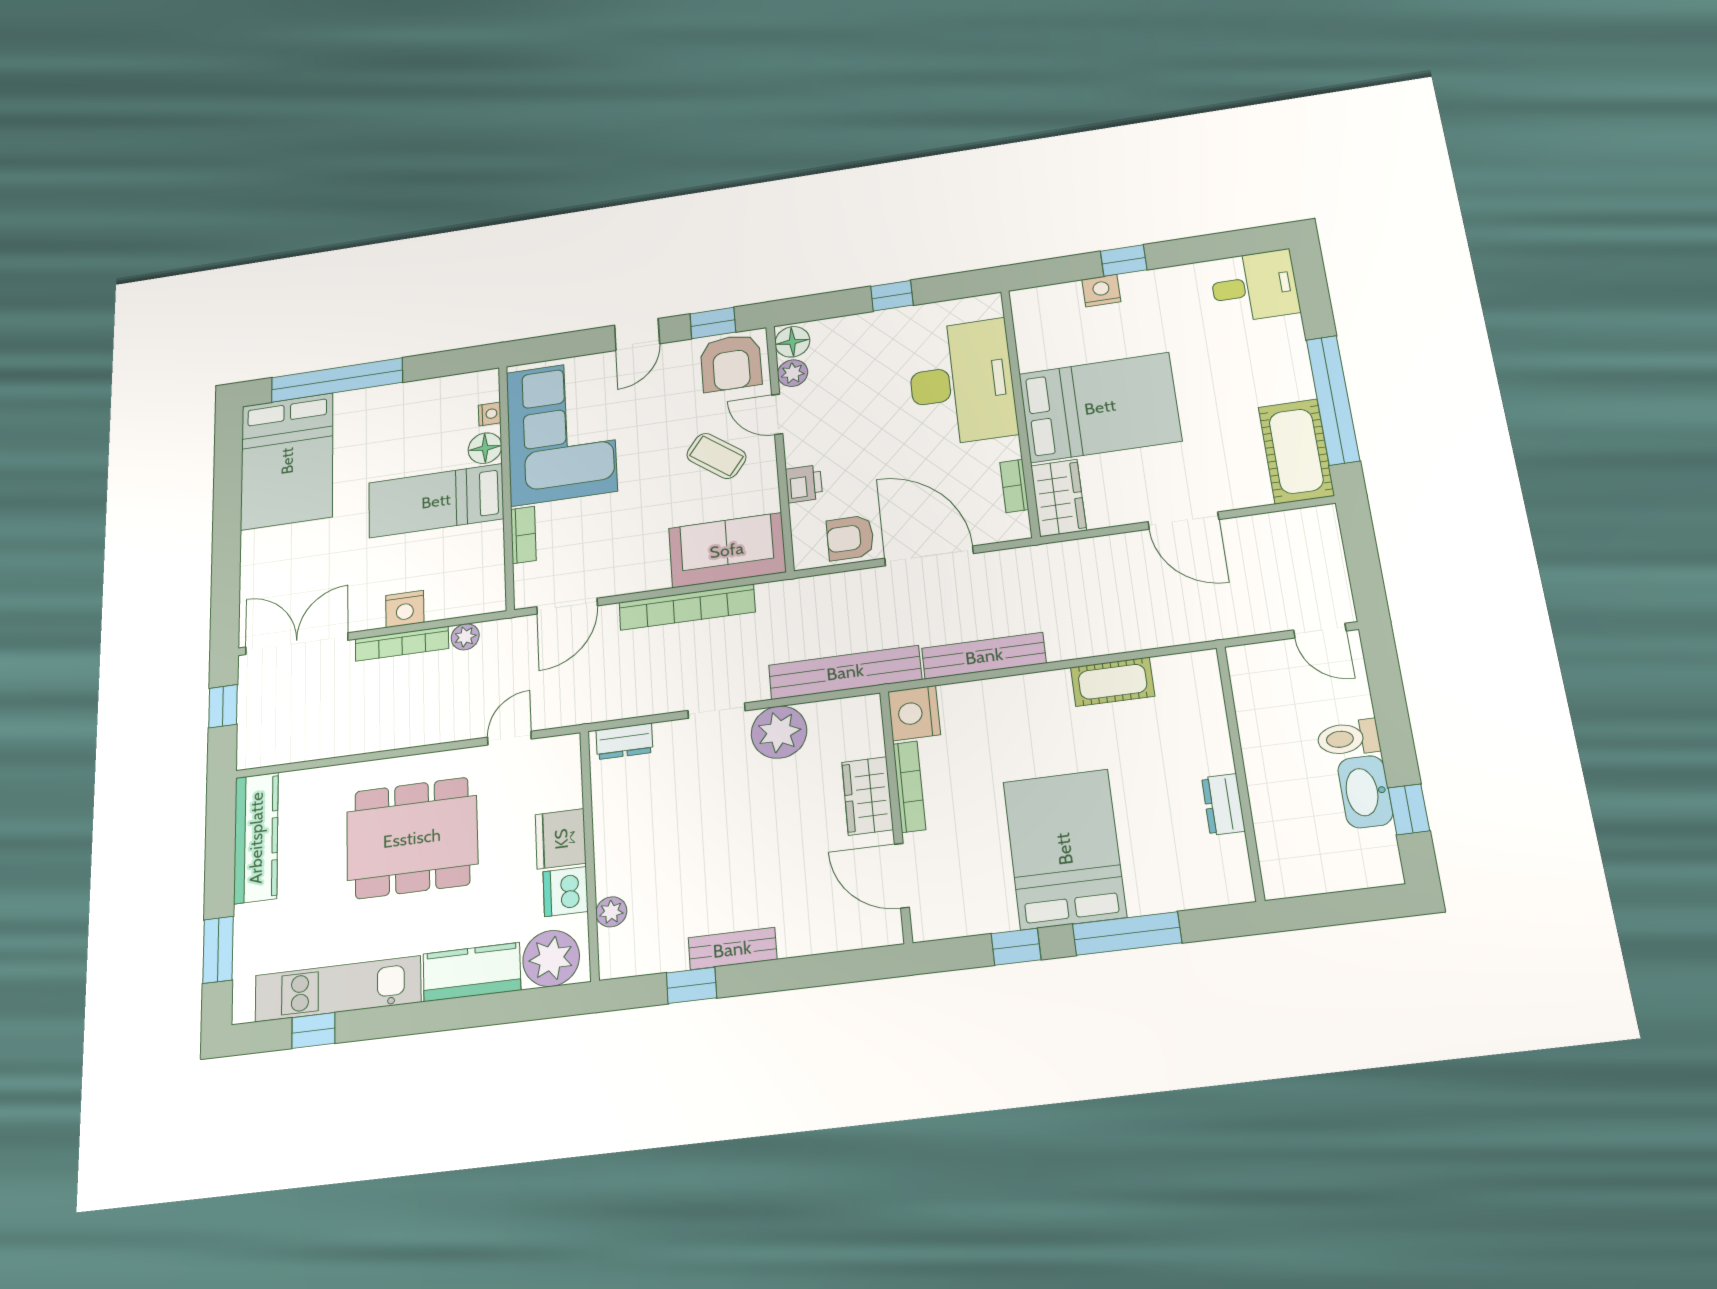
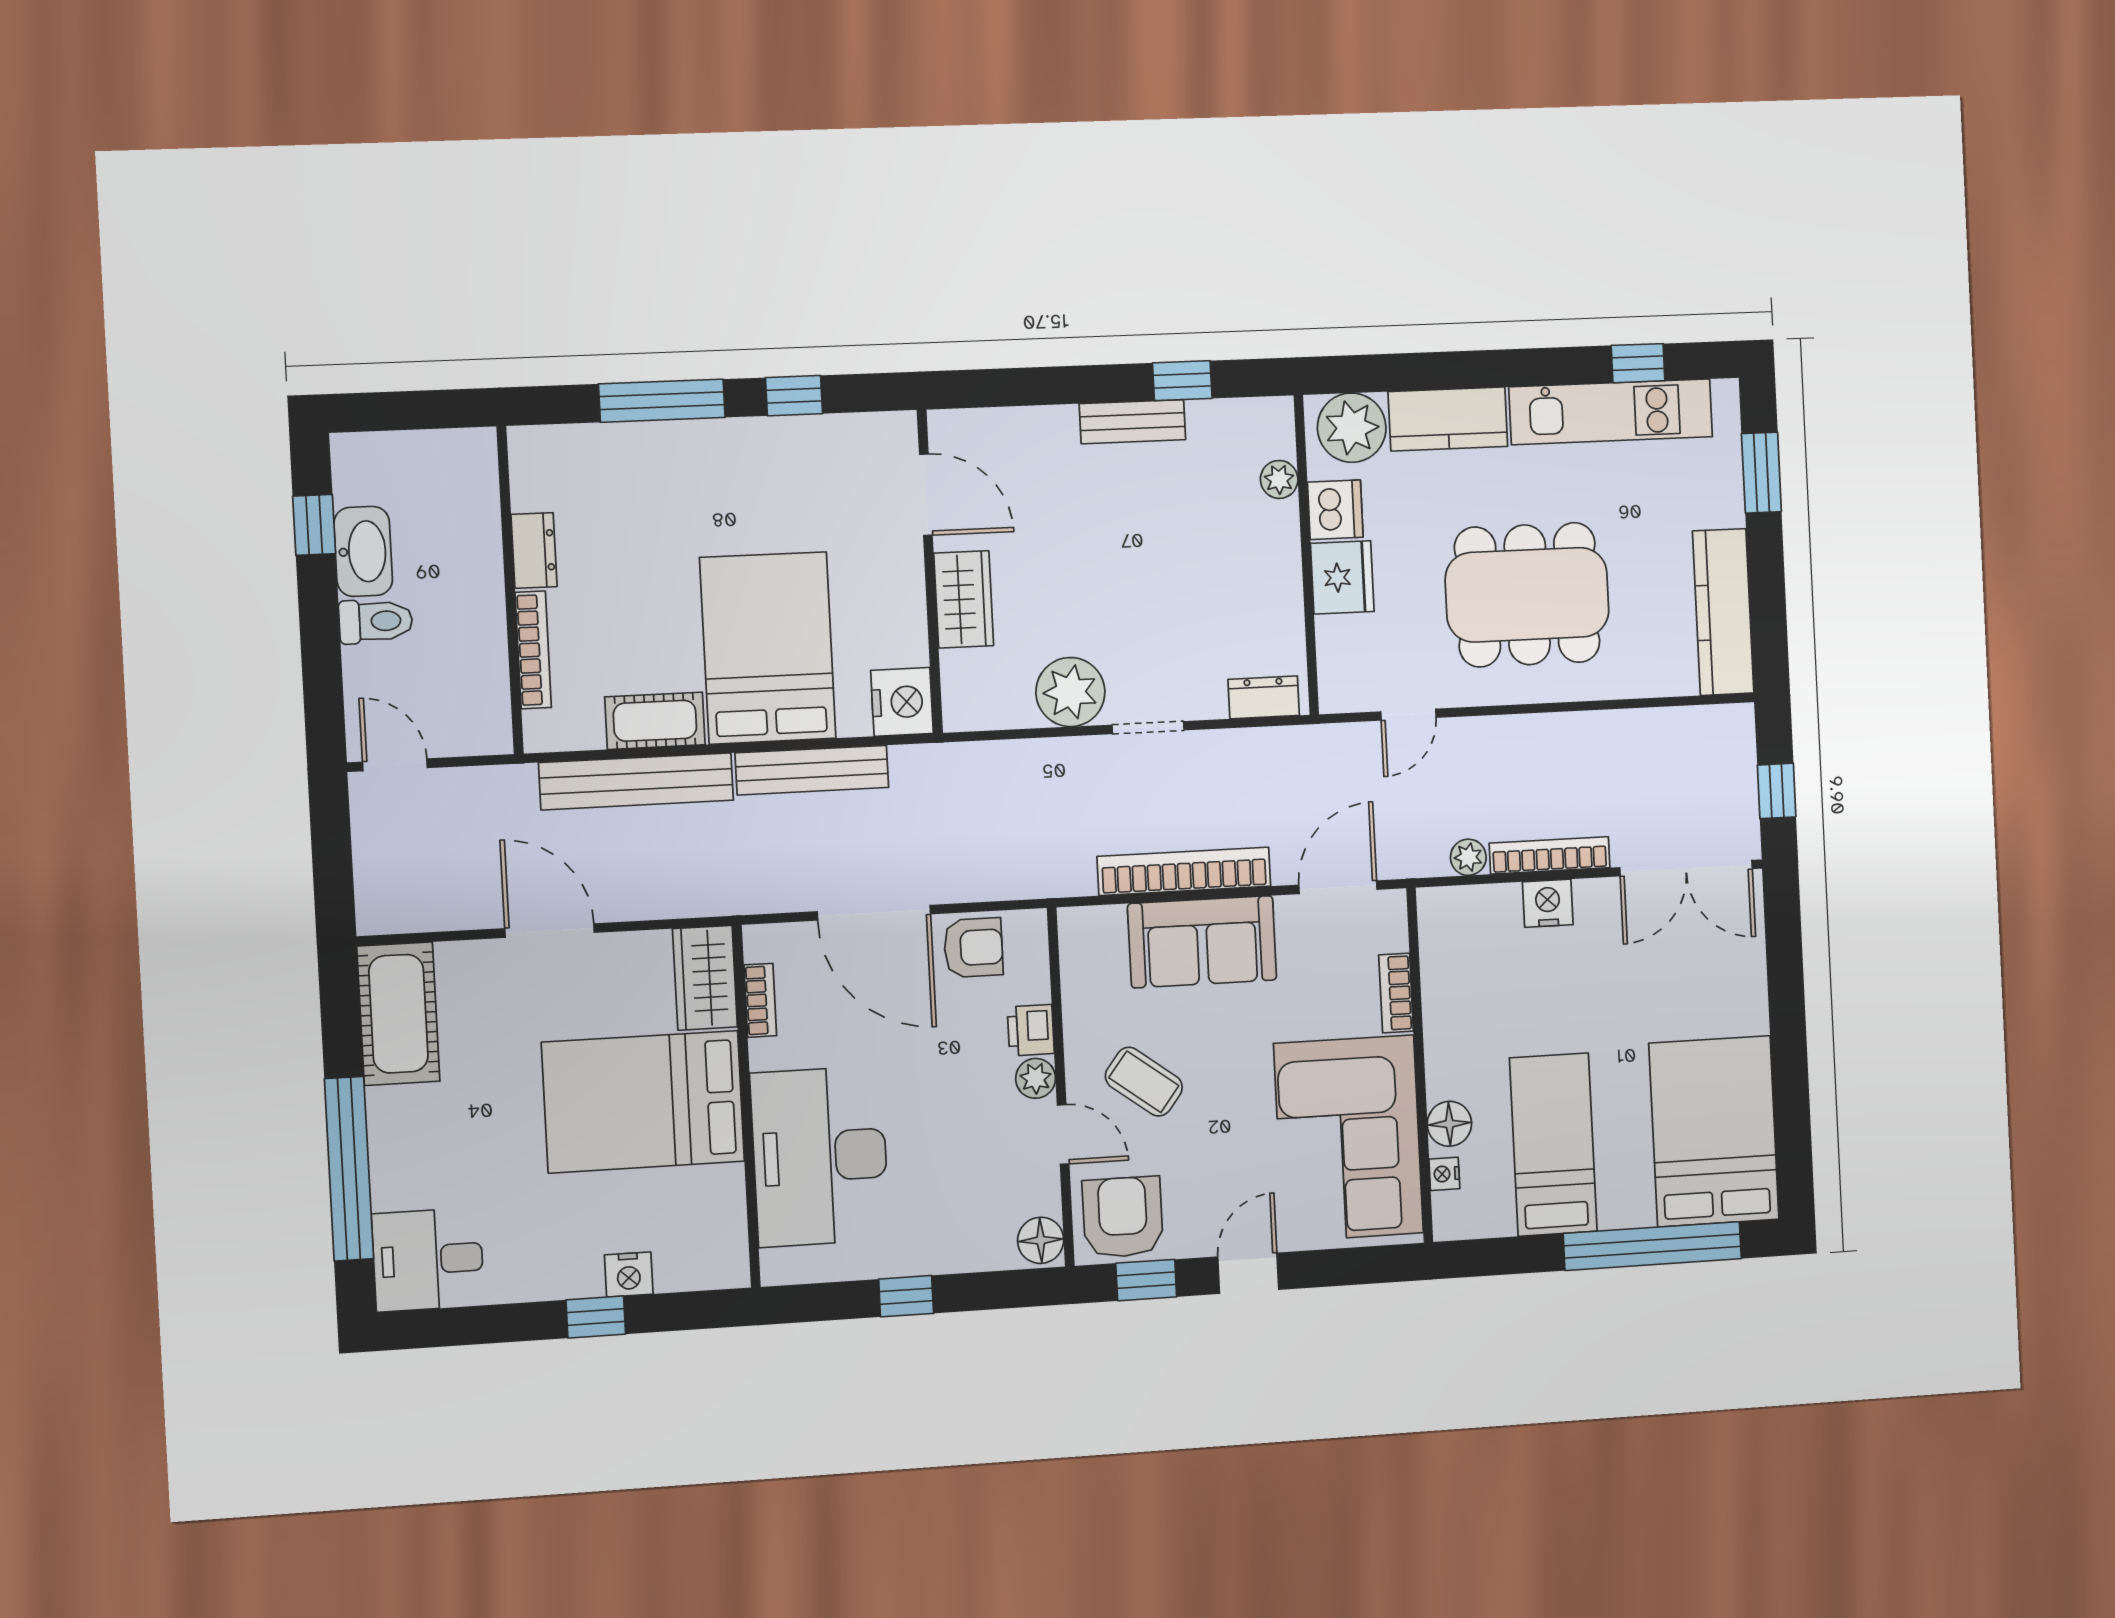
plant: (793, 373) -> (1036, 1078), moved
window: (1333, 400) -> (349, 1169), moved
bed: (436, 501) -> (1553, 1145), moved, turned -90
sofa: (727, 550) -> (1202, 942), moved
bench: (845, 672) -> (636, 781), moved
bookcase: (909, 787) -> (533, 650), moved, turned 180
bed: (1064, 849) -> (768, 648), moved, turned 180

